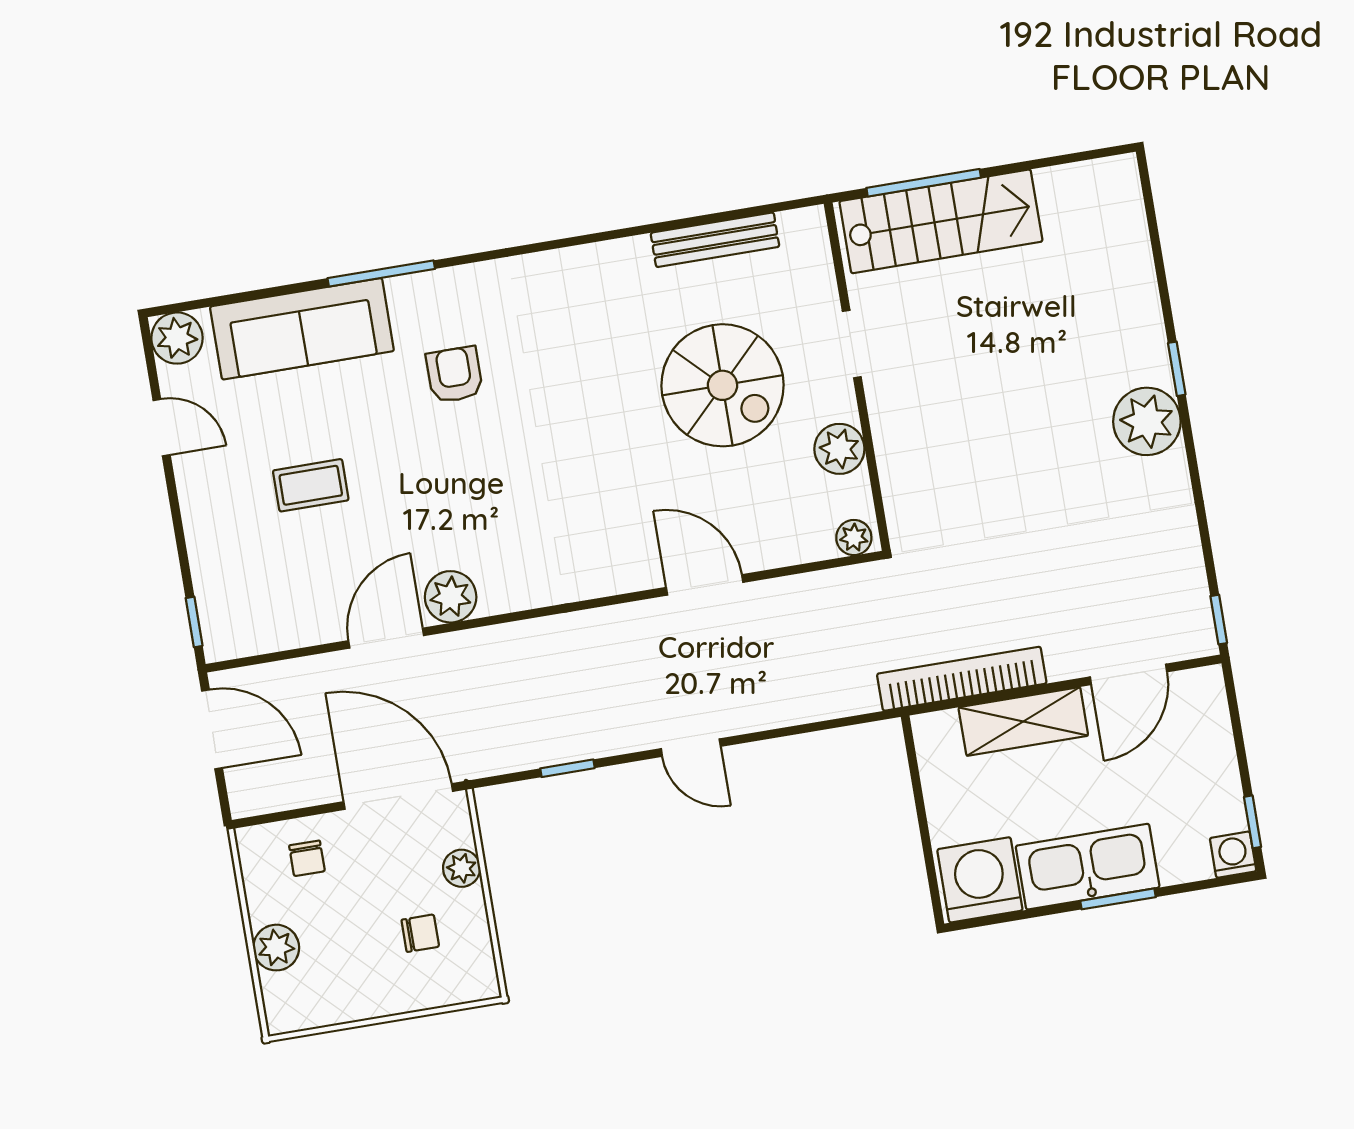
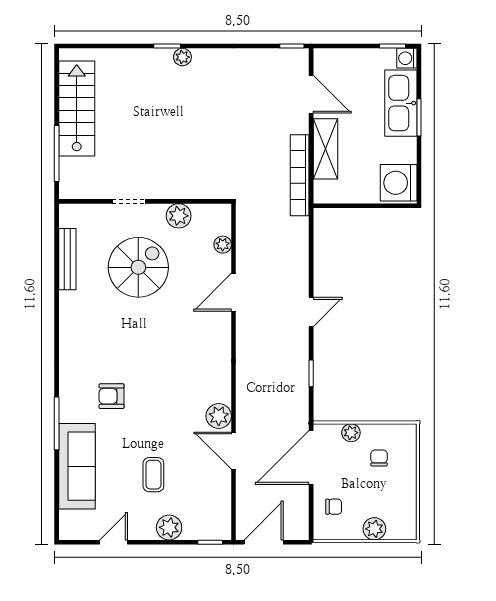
stairs: (941, 221) -> (77, 108), moved
plant: (177, 338) -> (169, 527), moved
plant: (1147, 421) -> (182, 57), width x0.53, depth x0.53
plant: (854, 538) -> (223, 245), moved
kitchen sink: (1088, 867) -> (401, 103), moved

